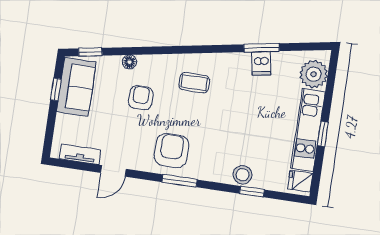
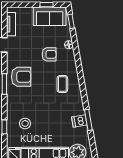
stool: (243, 175) -> (25, 123), moved

